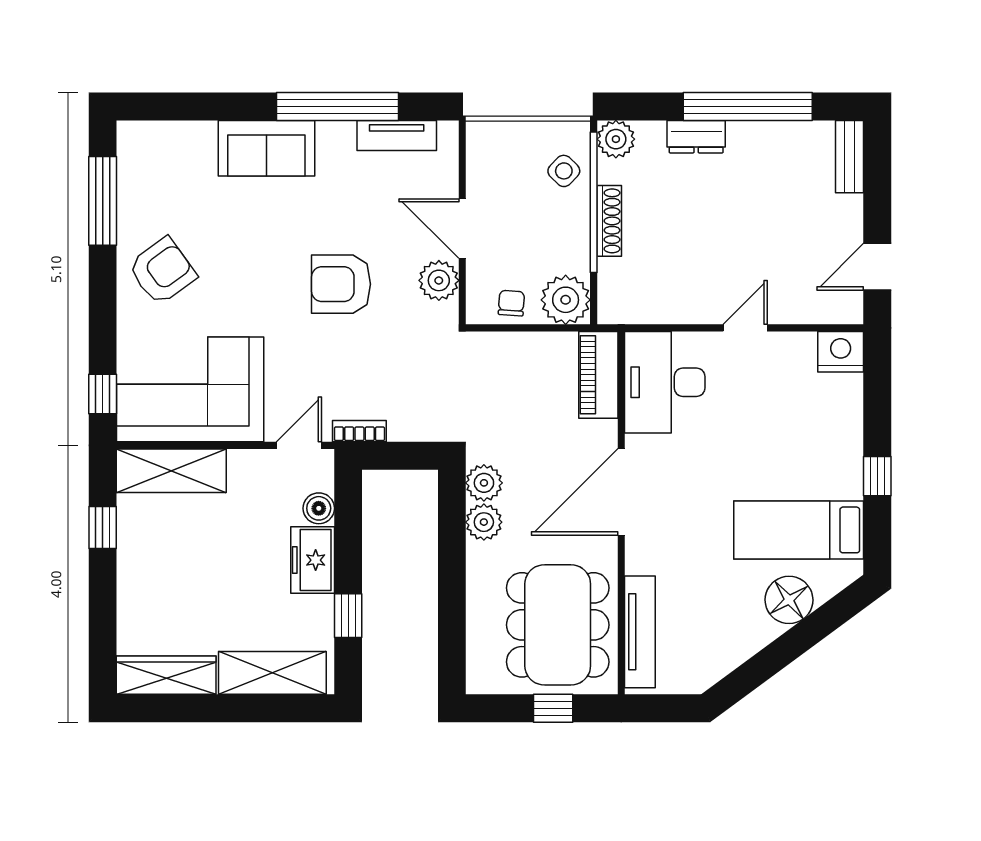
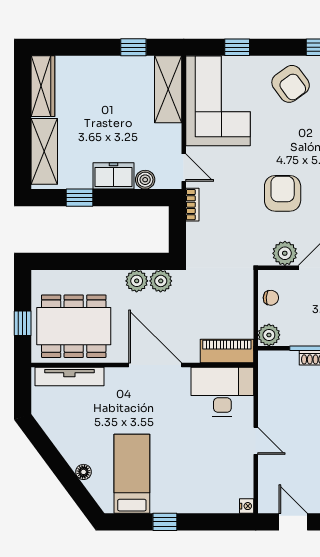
plant: (566, 300) -> (269, 335), width x0.73, depth x0.73
nightstand: (841, 352) -> (247, 506), width x0.53, depth x0.56
window: (103, 394) -> (237, 47), moved
floor lamp: (789, 600) -> (84, 472), width x0.53, depth x0.53

